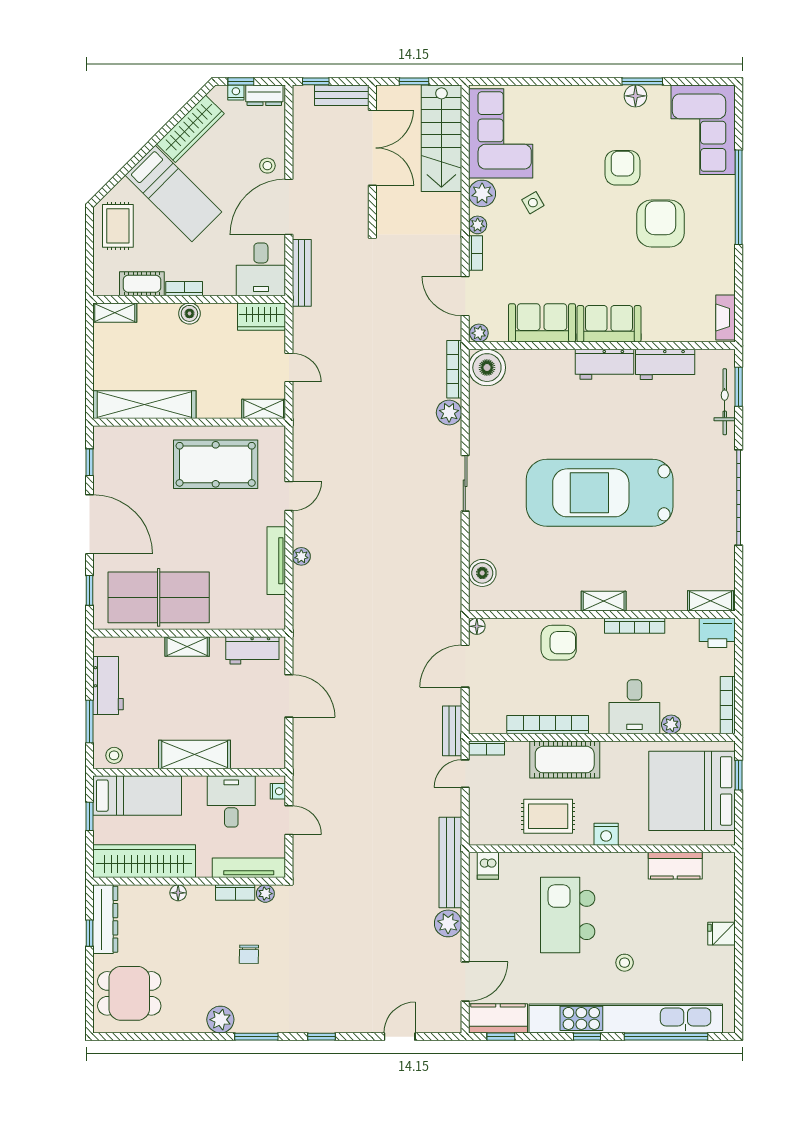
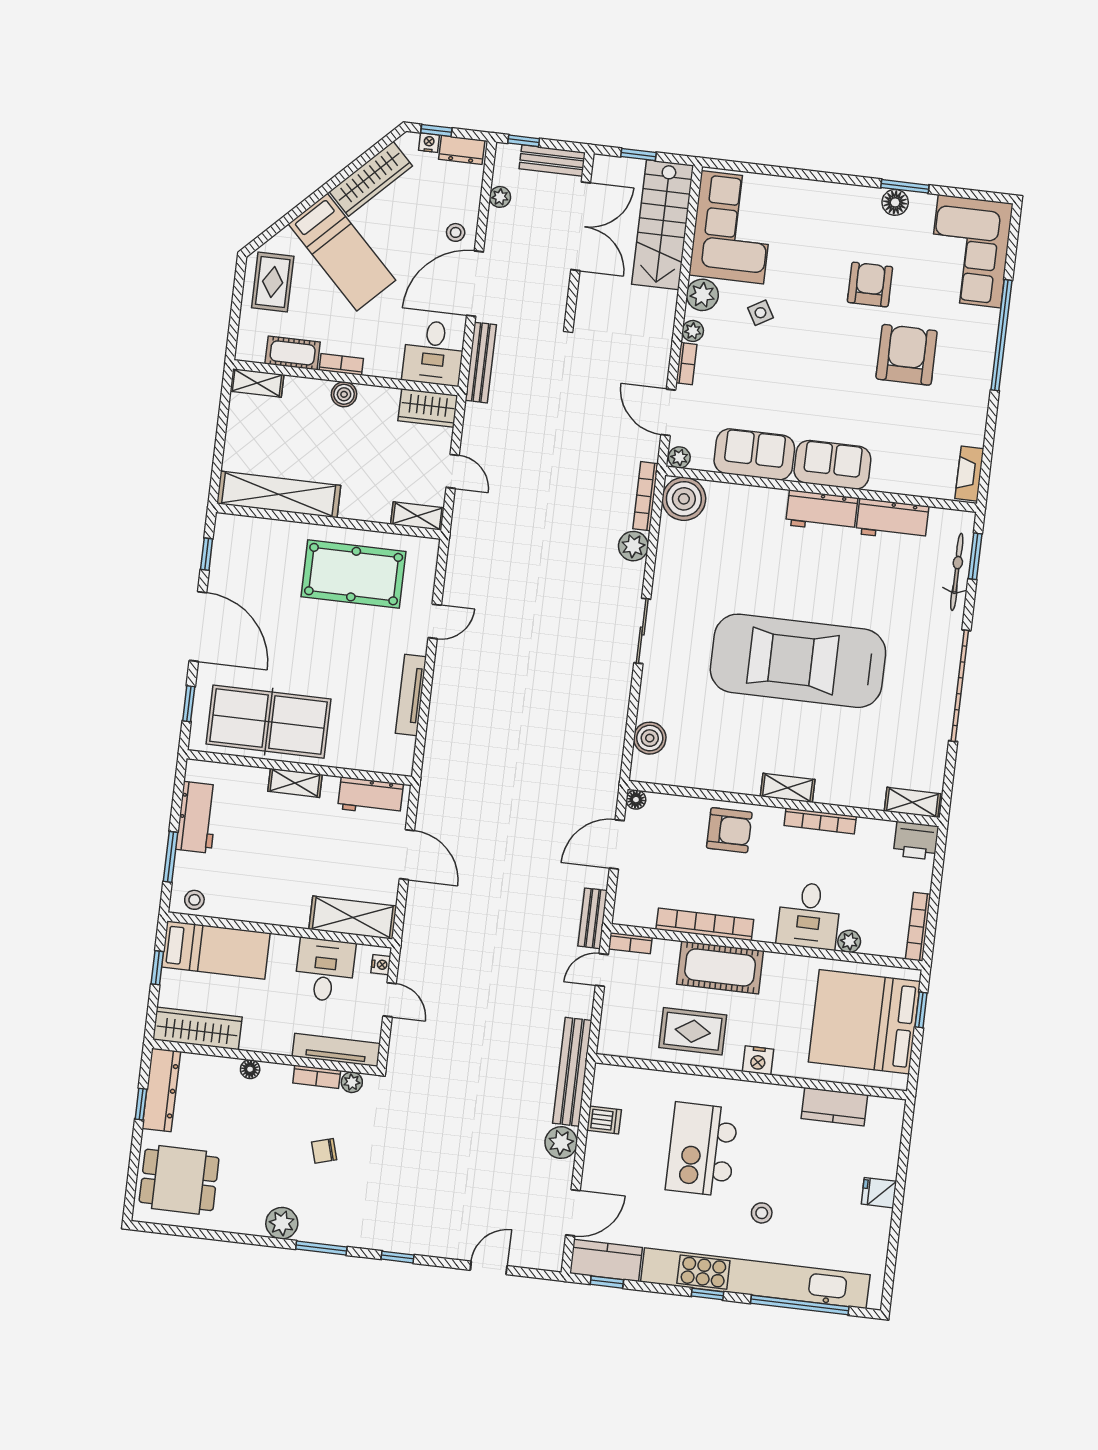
plant: (301, 556) -> (500, 197), moved
shelving: (195, 754) -> (353, 918), moved
wardrobe: (144, 861) -> (197, 1028), width x0.71, depth x0.85
dishwasher: (488, 866) -> (604, 1120), moved, turned -90
chair: (249, 954) -> (324, 1151), turned 73

